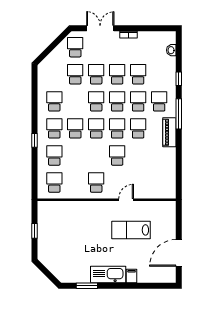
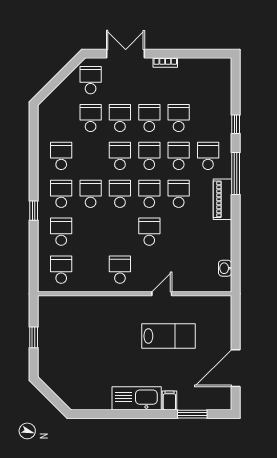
washbasin: (171, 50) -> (225, 268), moved
lab bench: (131, 230) -> (169, 336), turned 180
window: (87, 286) -> (192, 414), moved

